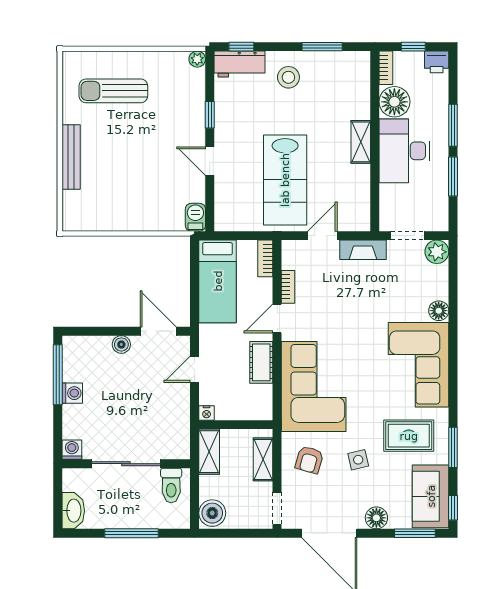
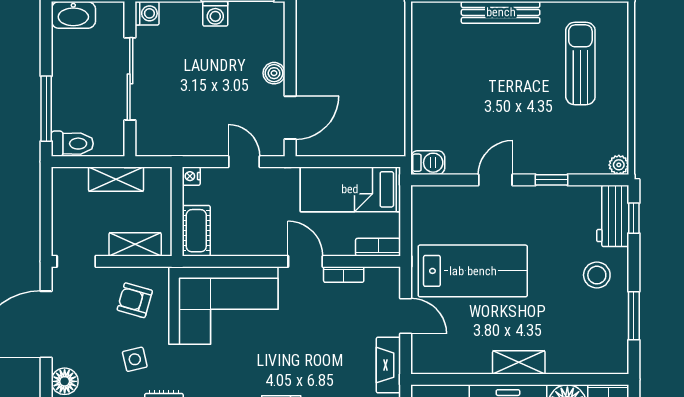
lab bench: (285, 180) -> (473, 271), turned 180
cot: (261, 362) -> (196, 231), moved, turned 90
shelving: (209, 452) -> (116, 179), moved
toilet: (171, 485) -> (72, 144), moved, turned 180
boiler: (212, 513) -> (70, 183), removed
window: (131, 533) -> (46, 109), moved

